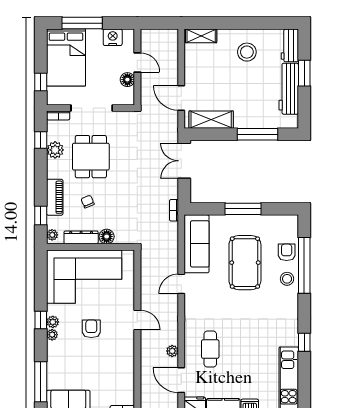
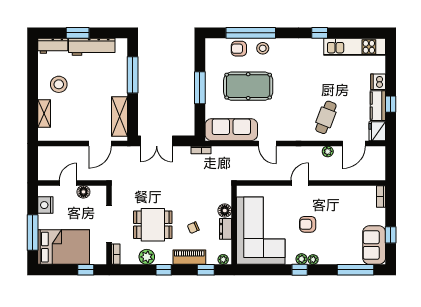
shelving: (201, 36) -> (44, 113), moved
window: (41, 140) -> (164, 270), moved
dresser: (81, 237) -> (225, 229), width x0.70
cafe table: (210, 349) -> (326, 117), turned -69

